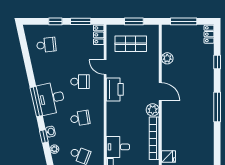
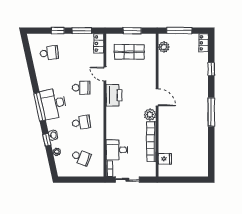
plant: (167, 58) -> (164, 47), moved

